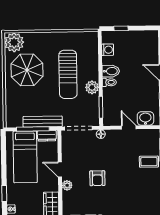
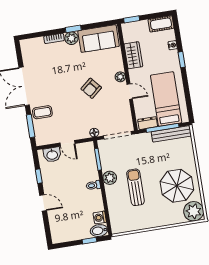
bidet: (111, 71) -> (99, 231), moved
sun lounger: (68, 74) -> (135, 187), width x0.73, depth x0.75
bench: (43, 122) -> (171, 134), moved
armchair: (97, 178) -> (91, 88), turned -130

